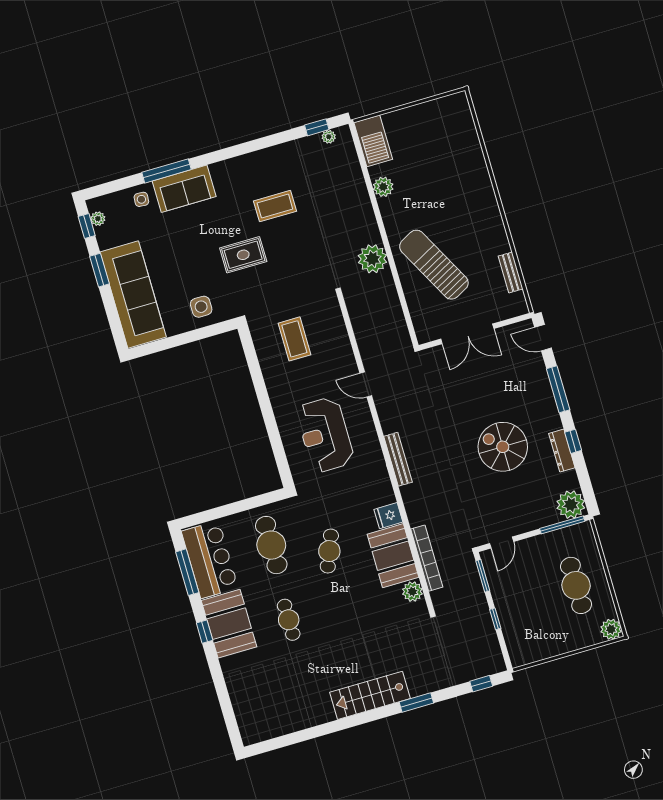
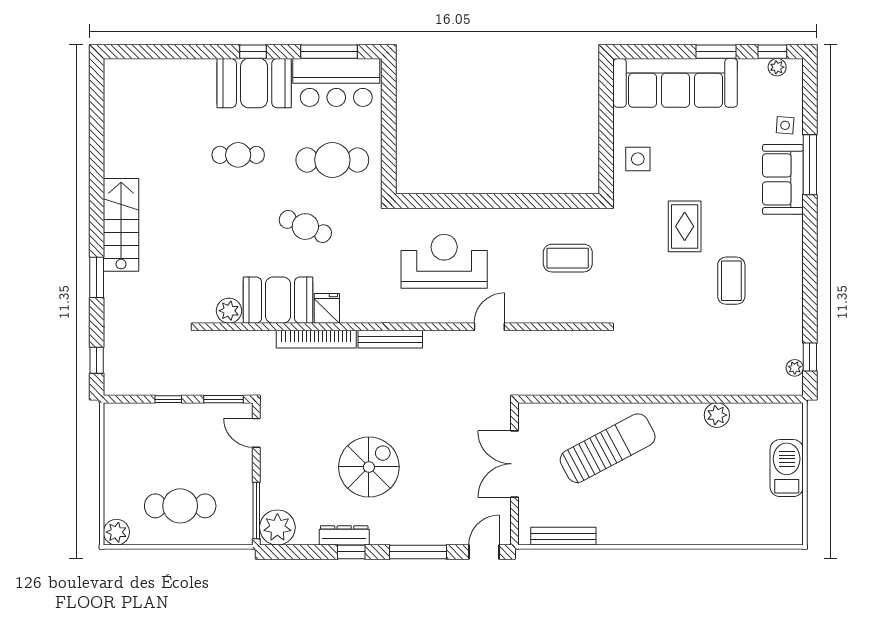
barbecue: (373, 141) -> (787, 468), moved, turned 90
plant: (372, 259) -> (636, 378), removed
bench: (511, 272) -> (563, 536), width x1.36
bookcase: (427, 558) -> (316, 339), moved

